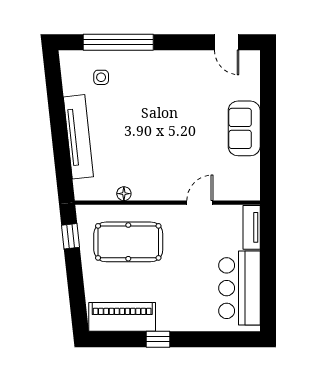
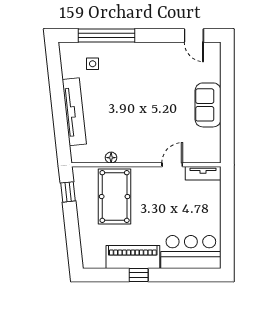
tv unit: (252, 227) -> (203, 173), moved, turned -90
pool table: (128, 242) -> (115, 197), turned 90
bar counter: (239, 288) -> (191, 252), moved, turned 90
piano: (122, 317) -> (133, 257), moved

